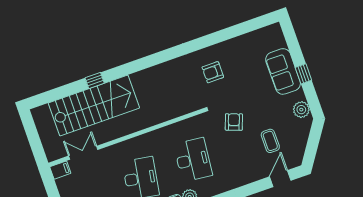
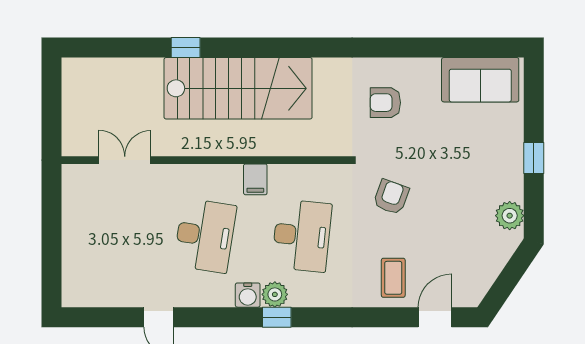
sofa: (283, 71) -> (480, 80), moved, turned -90
stairs: (94, 105) -> (238, 88), moved
coffee table: (270, 141) -> (393, 278), moved
filing cabinet: (60, 170) -> (255, 179), moved, turned 90

